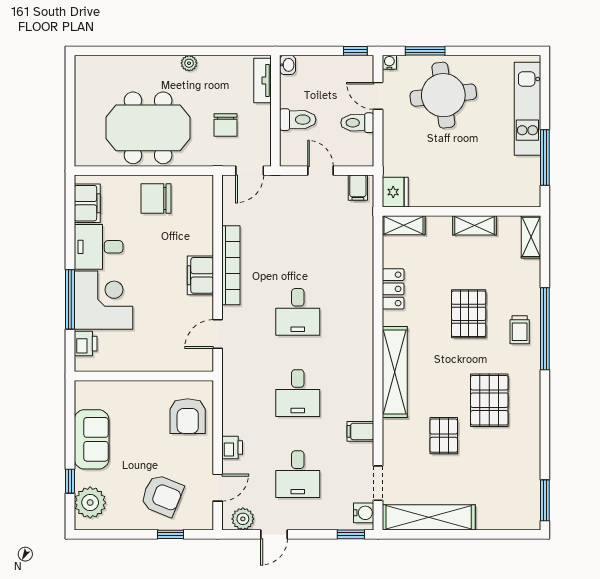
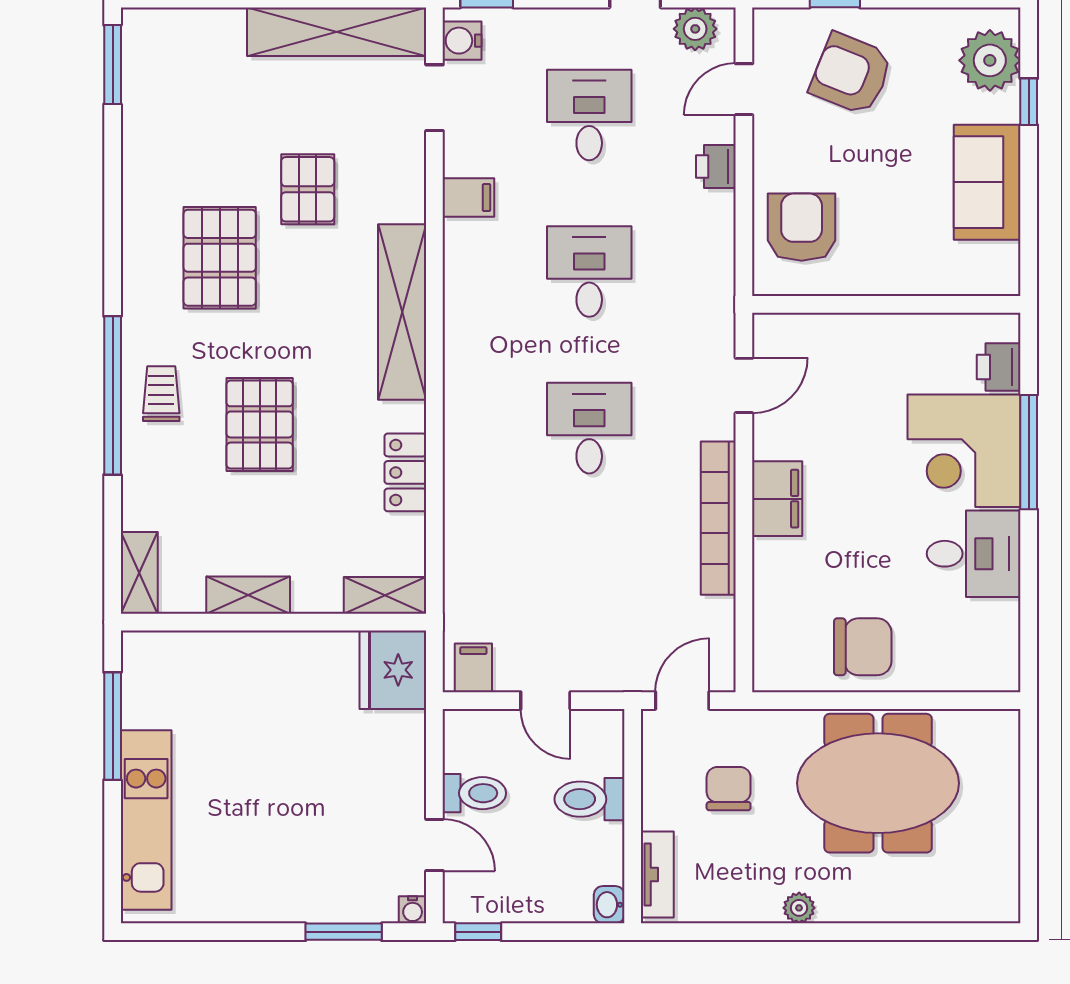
round table: (443, 95) -> (308, 846), removed
fridge: (395, 192) -> (393, 670), width x1.36, depth x1.34
filing cabinet: (87, 203) -> (995, 638), removed

